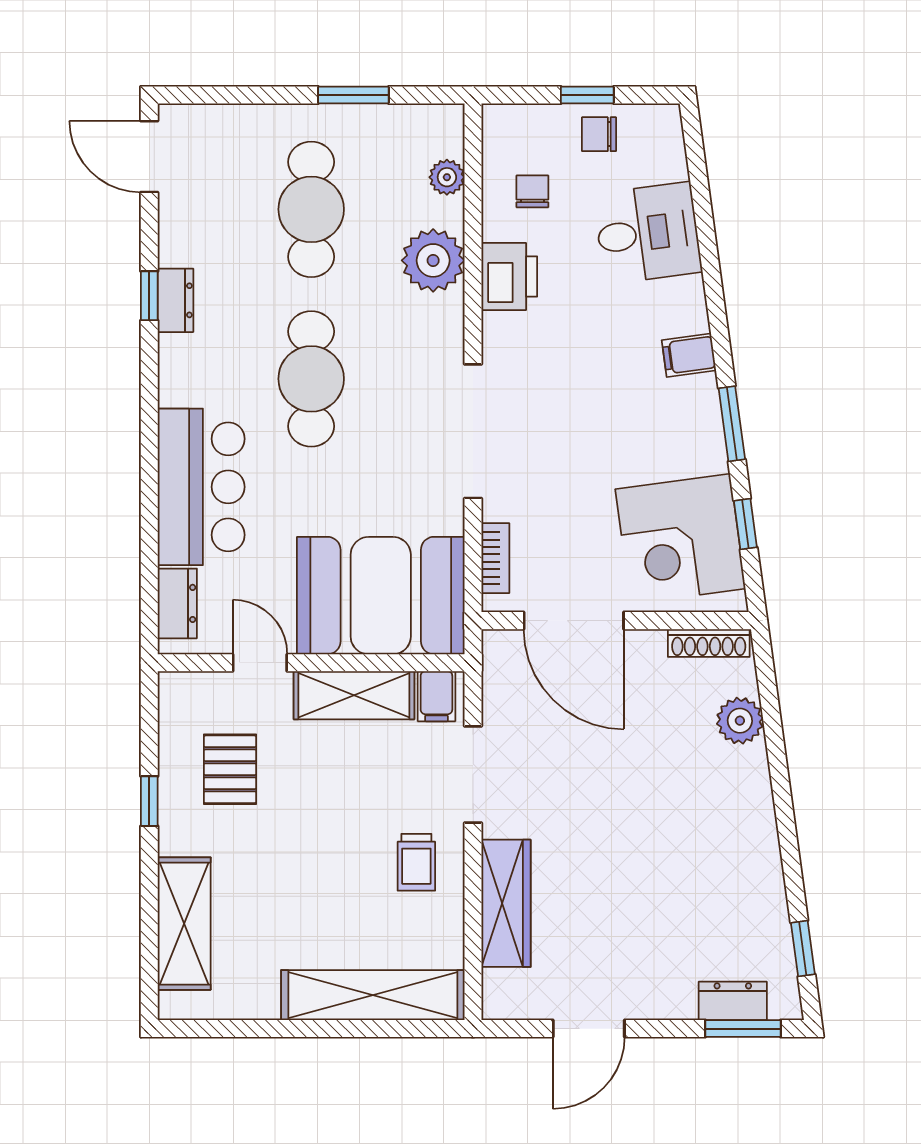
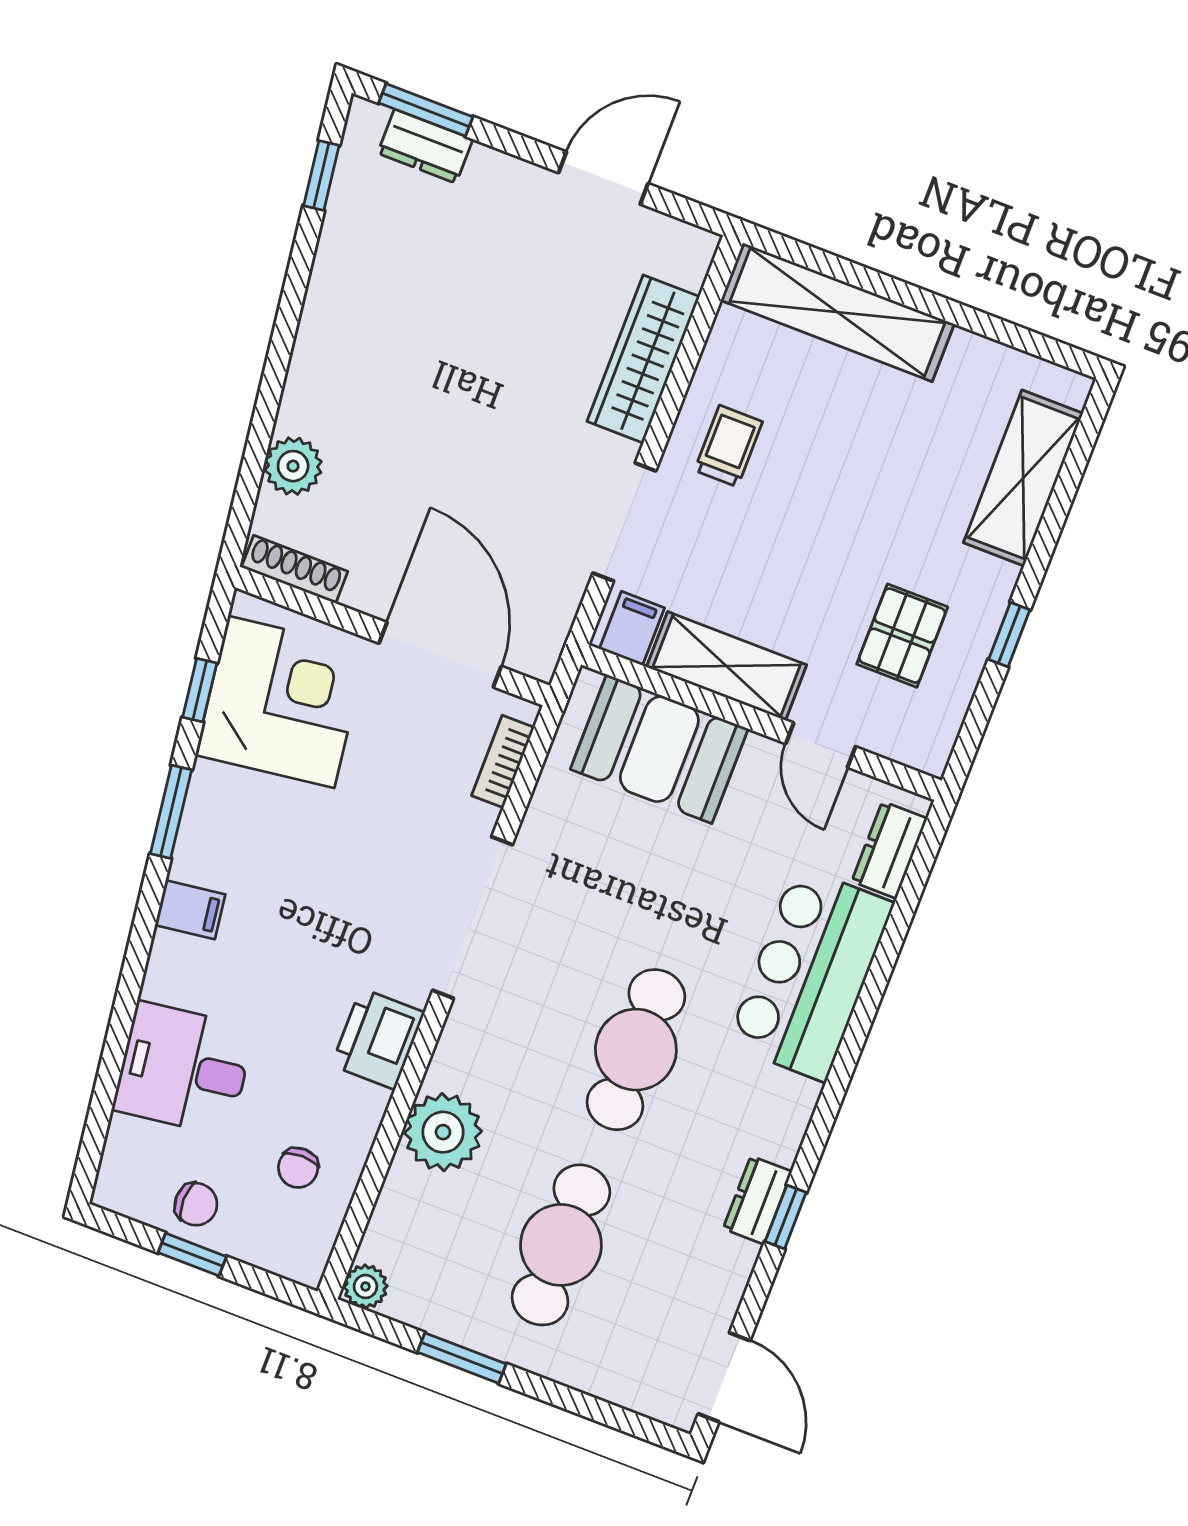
plant: (447, 177) -> (365, 1286), moved
printer: (509, 276) -> (378, 1039), moved
booth: (381, 596) -> (659, 749), width x0.73, depth x0.70

